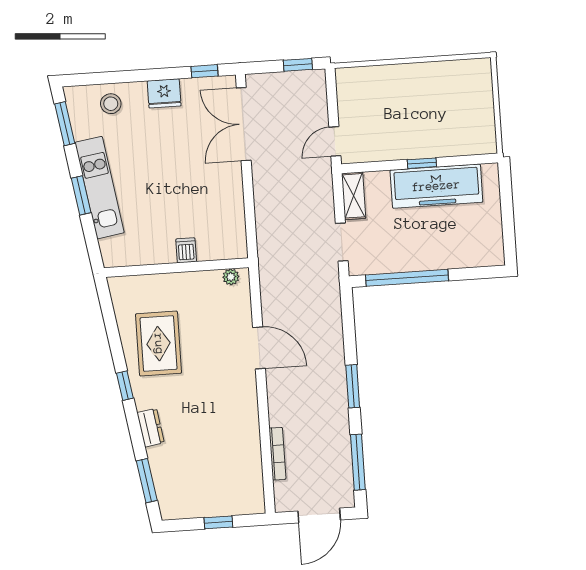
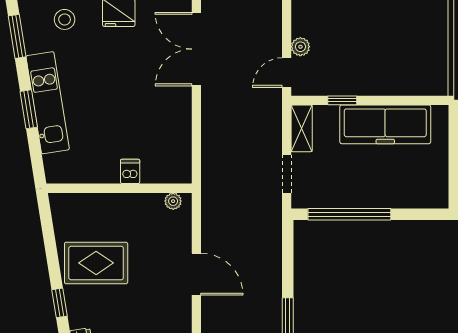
plant: (347, 115) -> (300, 47), added
window: (422, 163) -> (342, 100), moved
rug: (159, 344) -> (96, 263), turned 90

